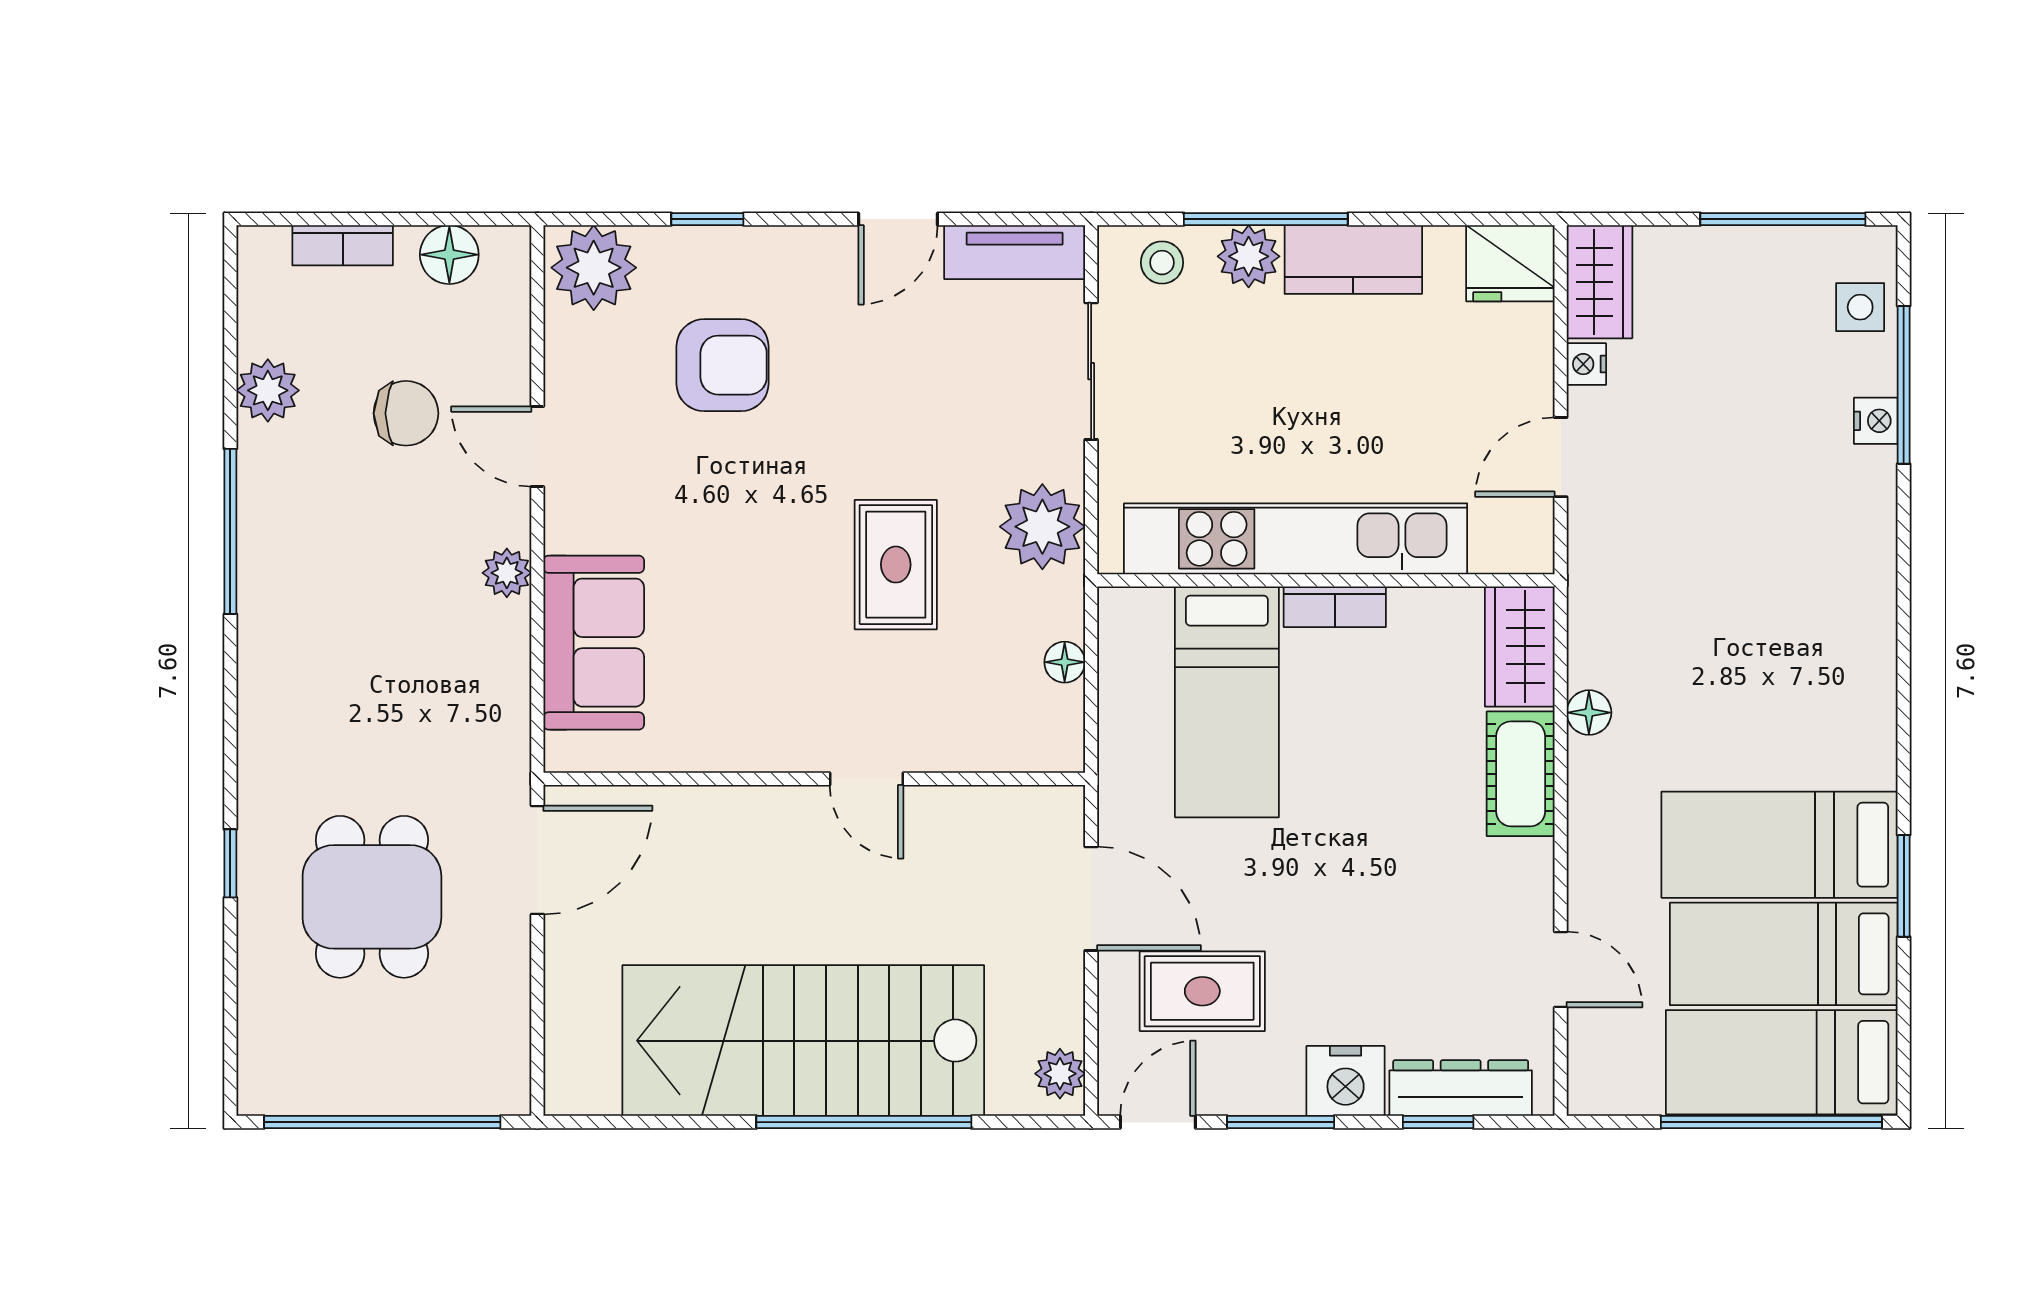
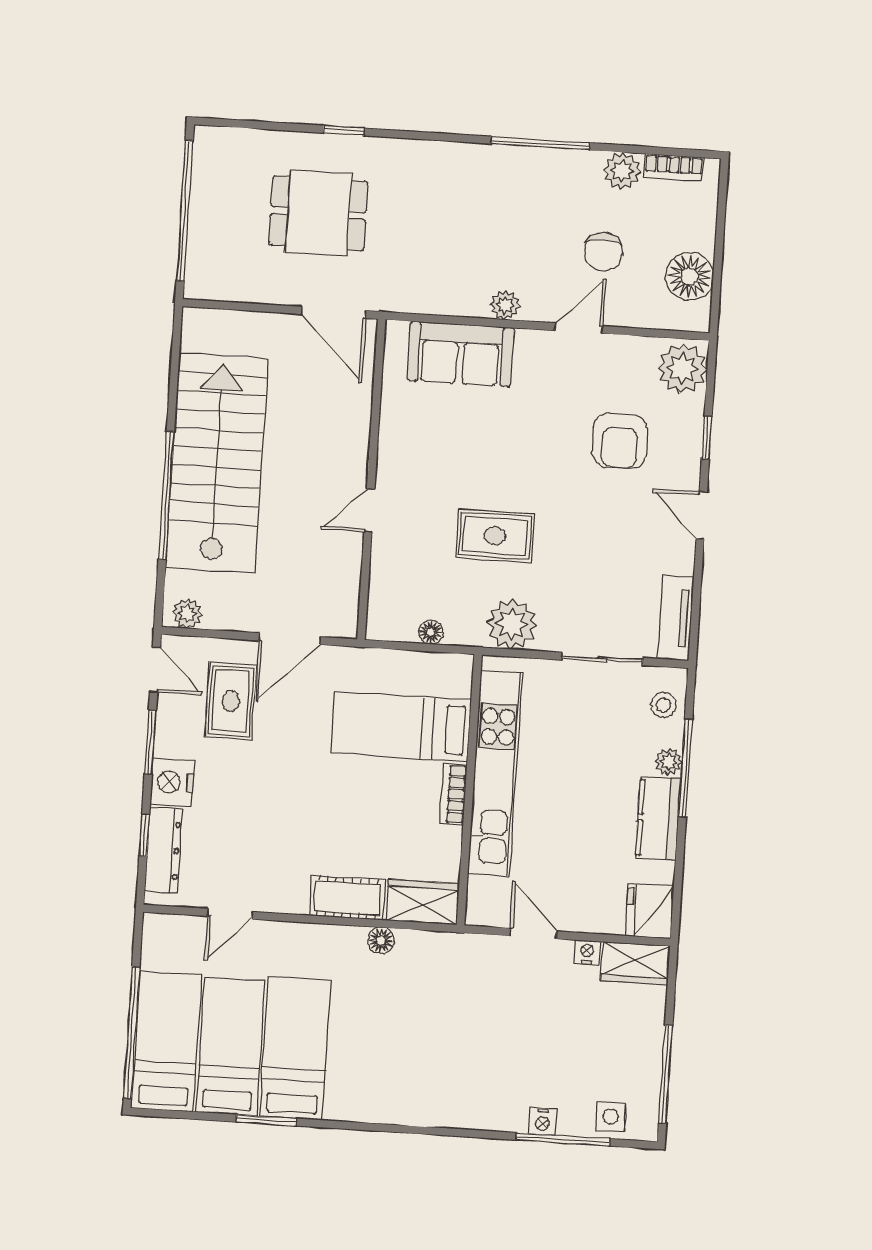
door: (898, 219) -> (702, 515), moved
bookcase: (343, 245) -> (674, 167), moved, turned -90
floor lamp: (449, 255) -> (689, 276), width x1.38, depth x1.38
plant: (1249, 256) -> (669, 762), width x0.73, depth x0.73

